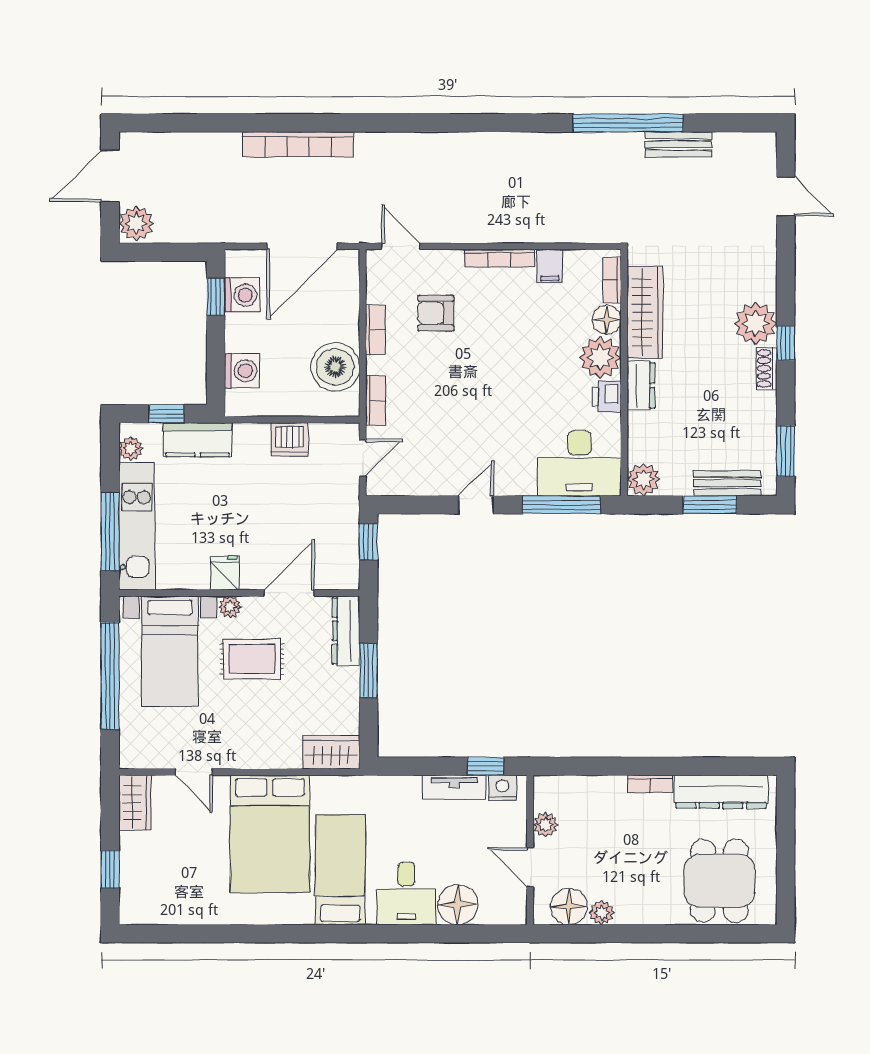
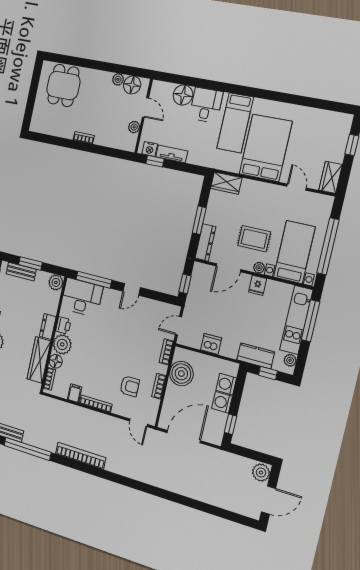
bookcase: (298, 144) -> (80, 456), moved
washing machine: (242, 295) -> (222, 402), moved
dresser: (721, 792) -> (54, 128), removed

